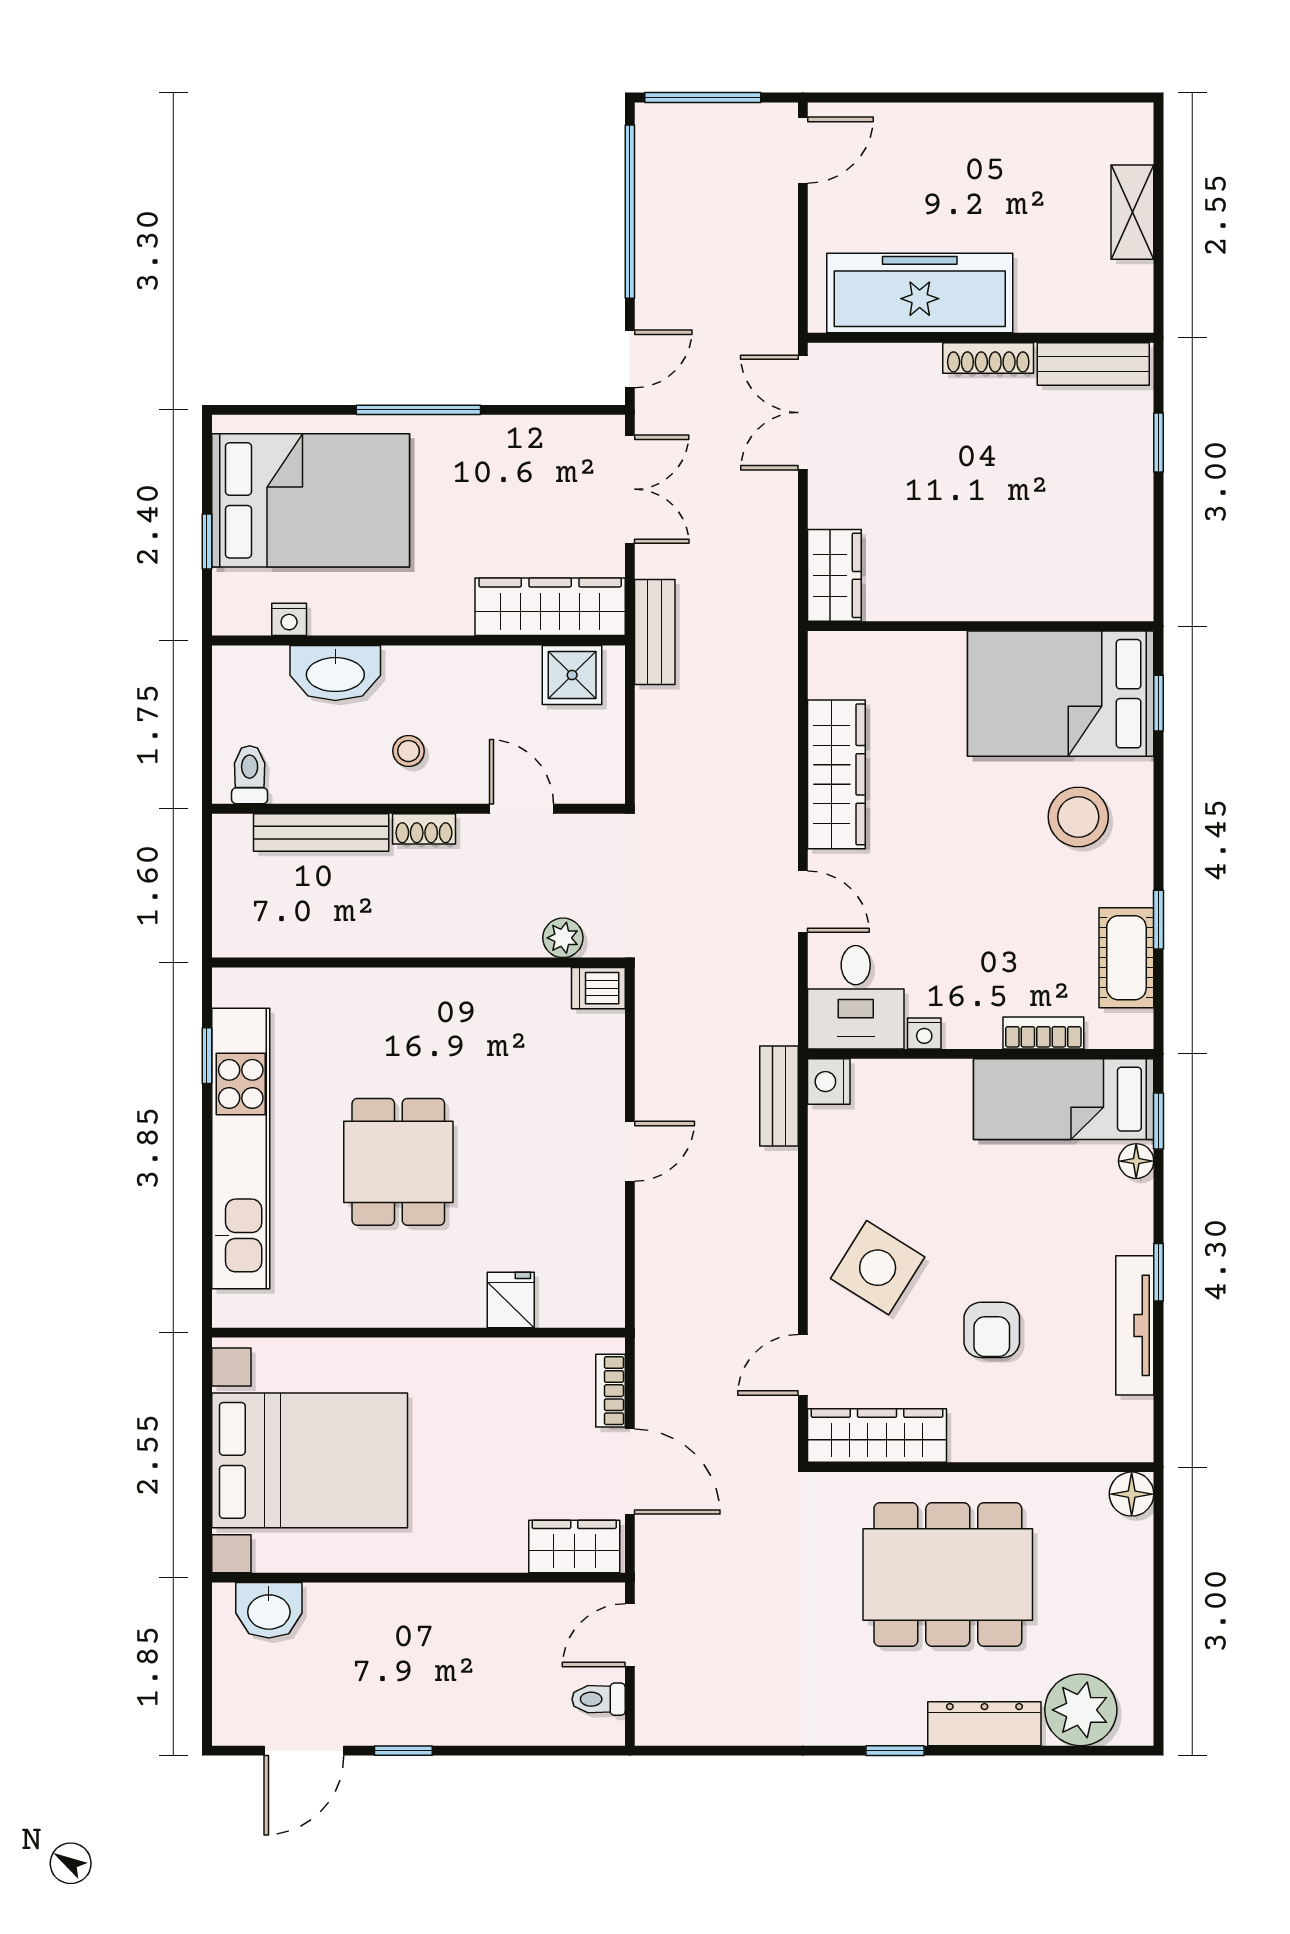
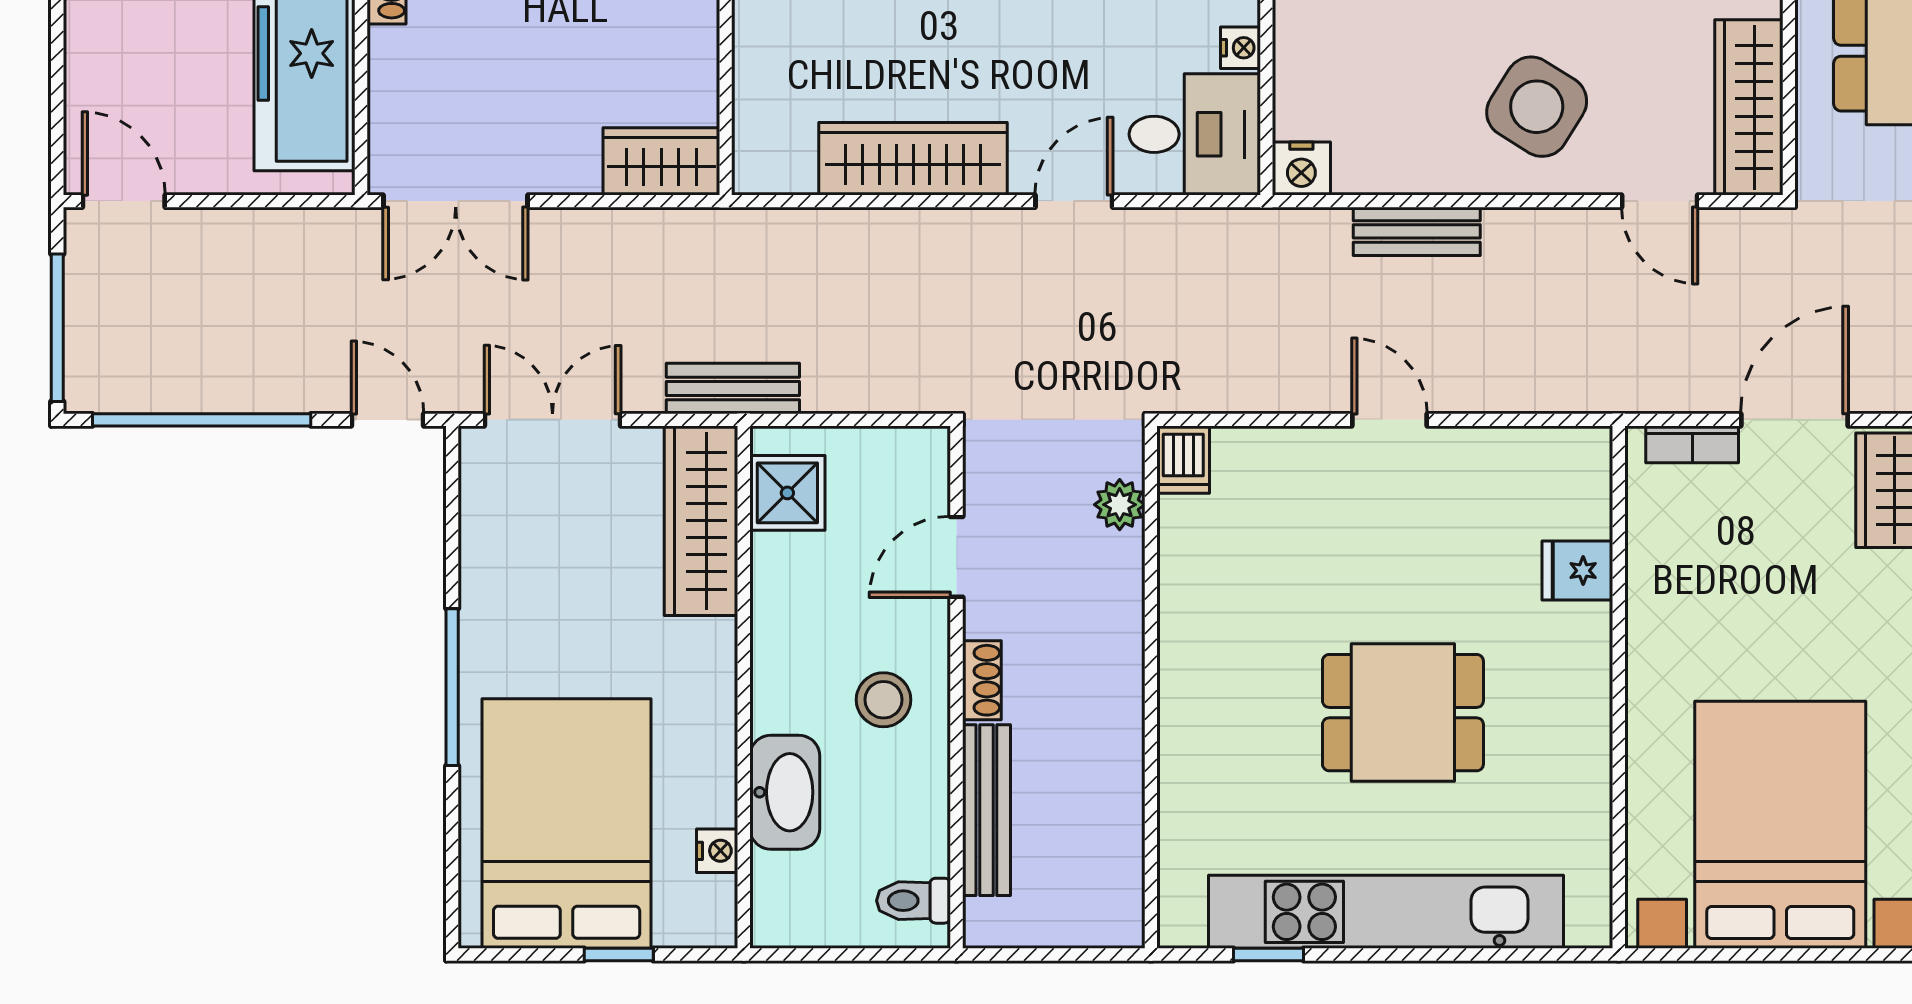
stool: (409, 751) -> (883, 700), width x1.37, depth x1.37
bench: (779, 1096) -> (1417, 231), moved

